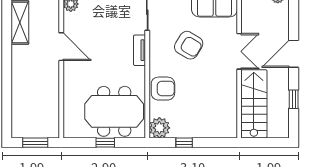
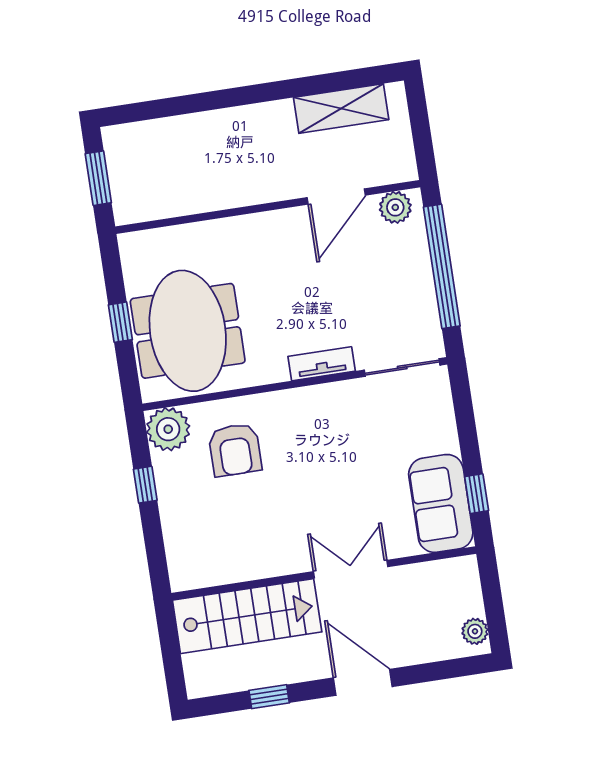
armchair: (189, 45) -> (347, 463), removed
door: (61, 47) -> (336, 196), moved
double door: (239, 51) -> (351, 569), swing flipped
armchair: (163, 89) -> (235, 450), moved

